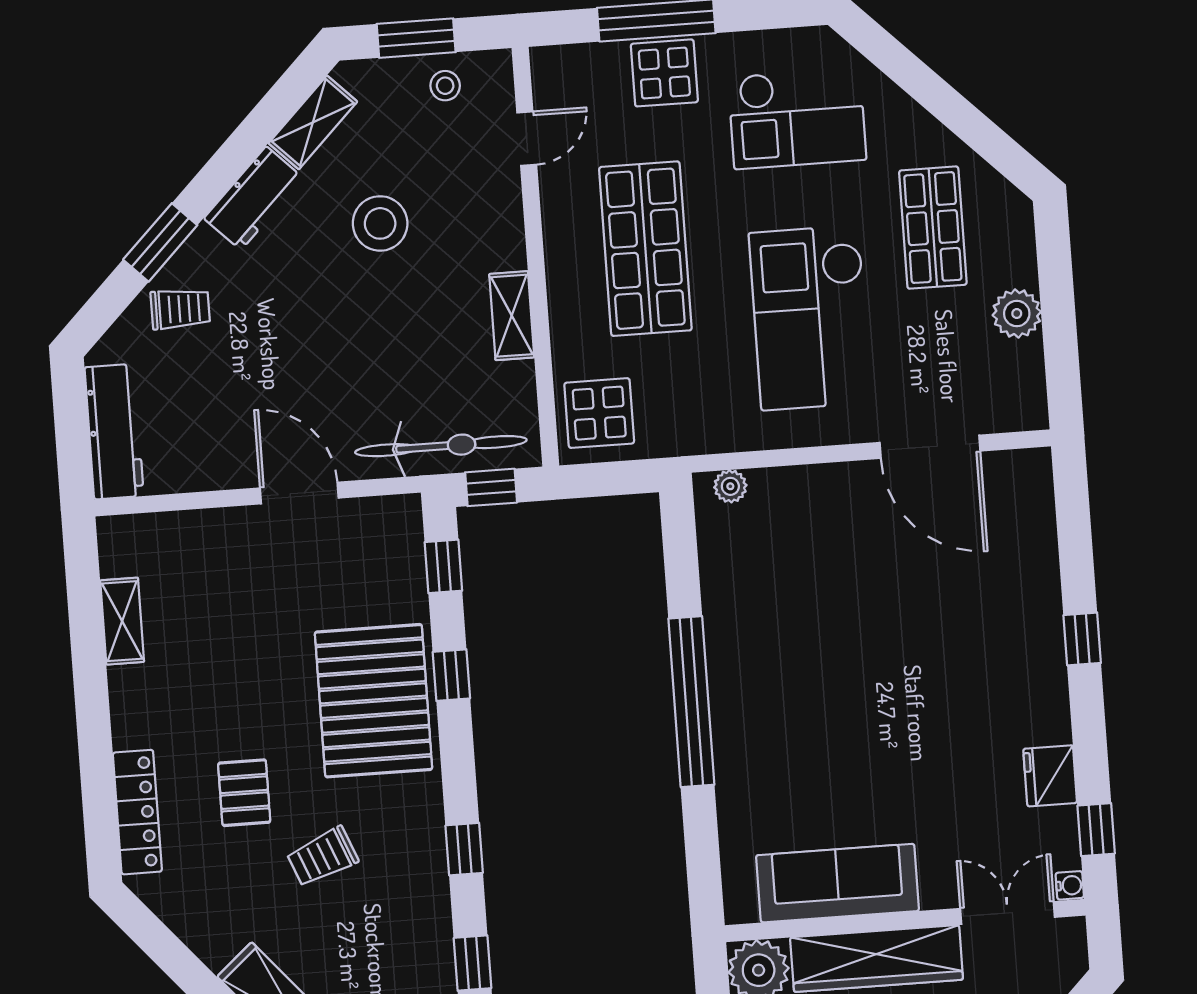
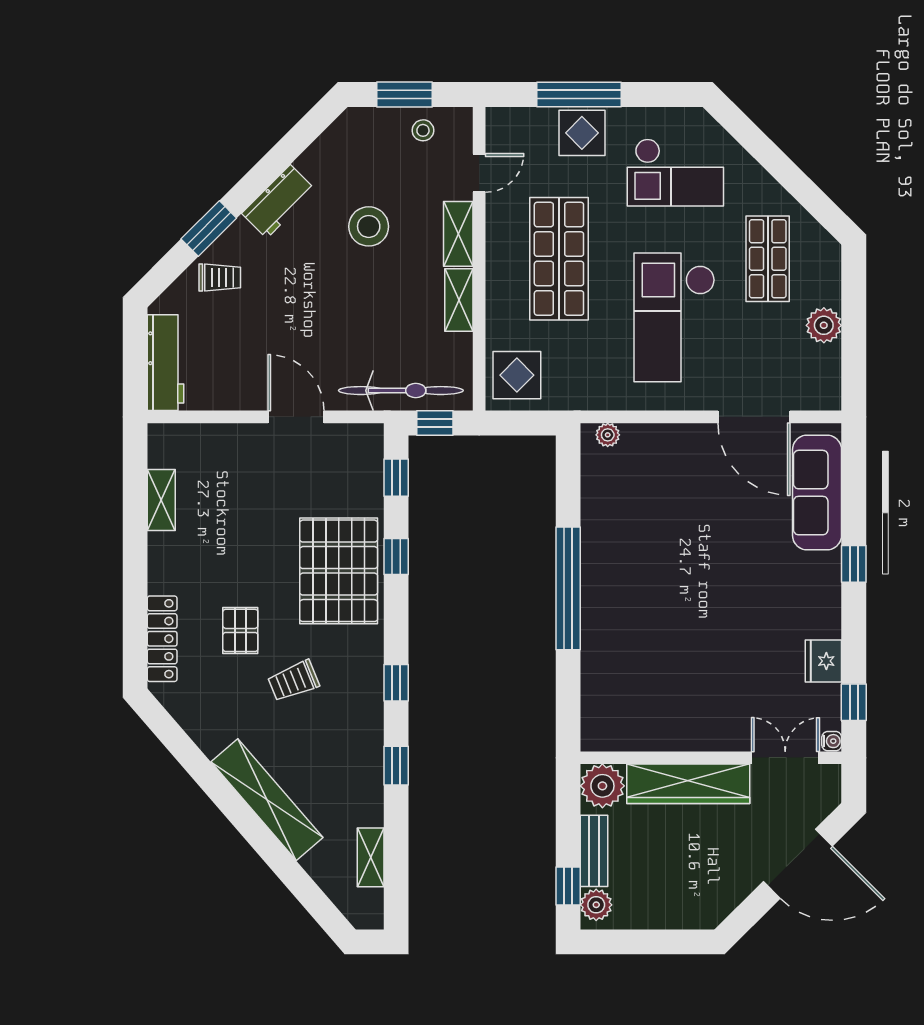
shelving: (313, 122) -> (458, 234), moved, turned -45
sofa: (838, 883) -> (817, 493), moved, turned -90

